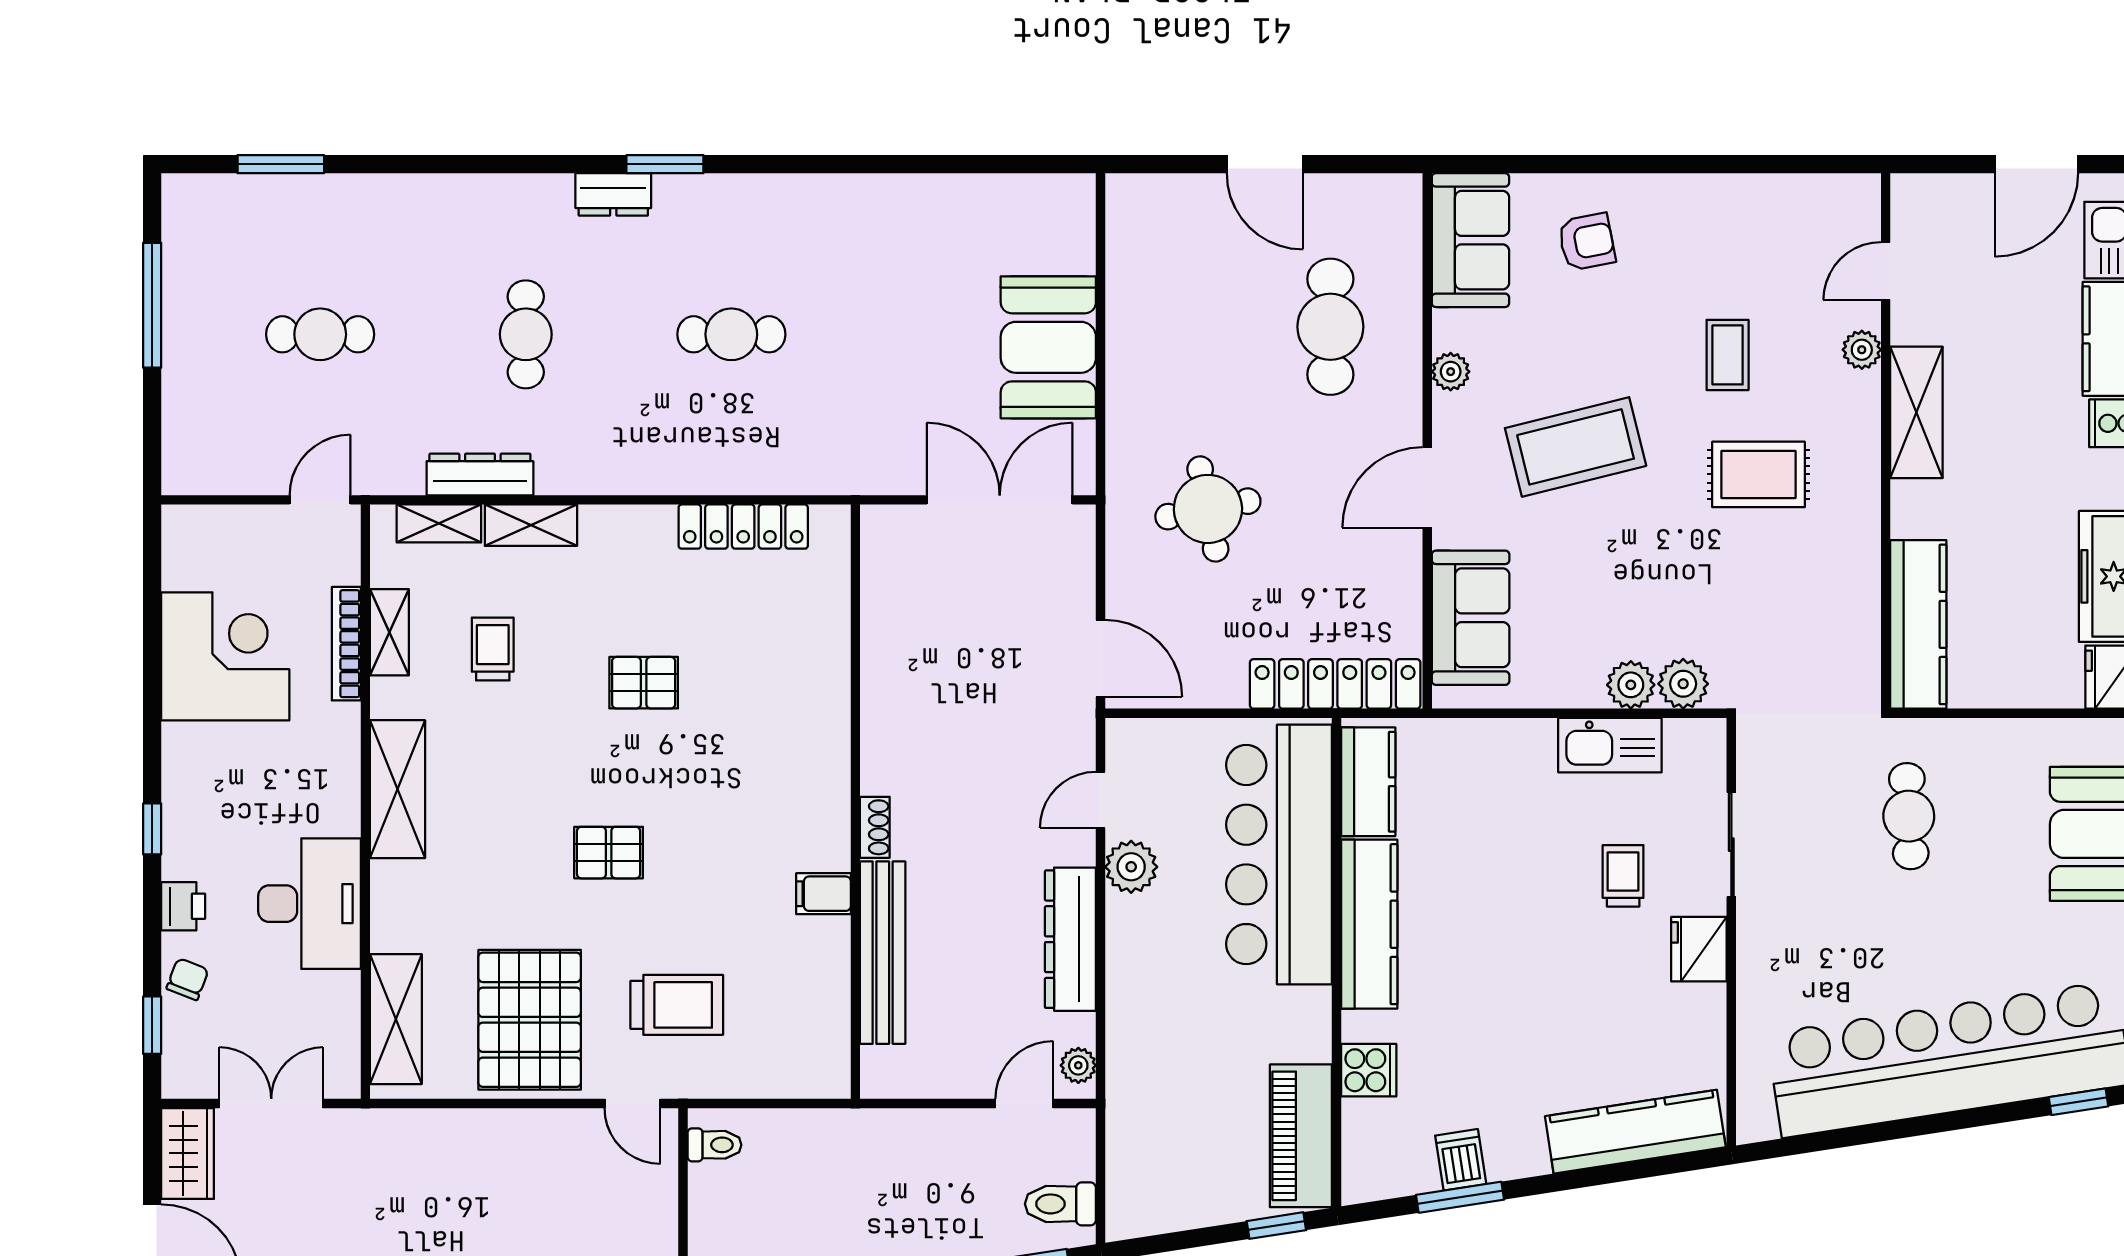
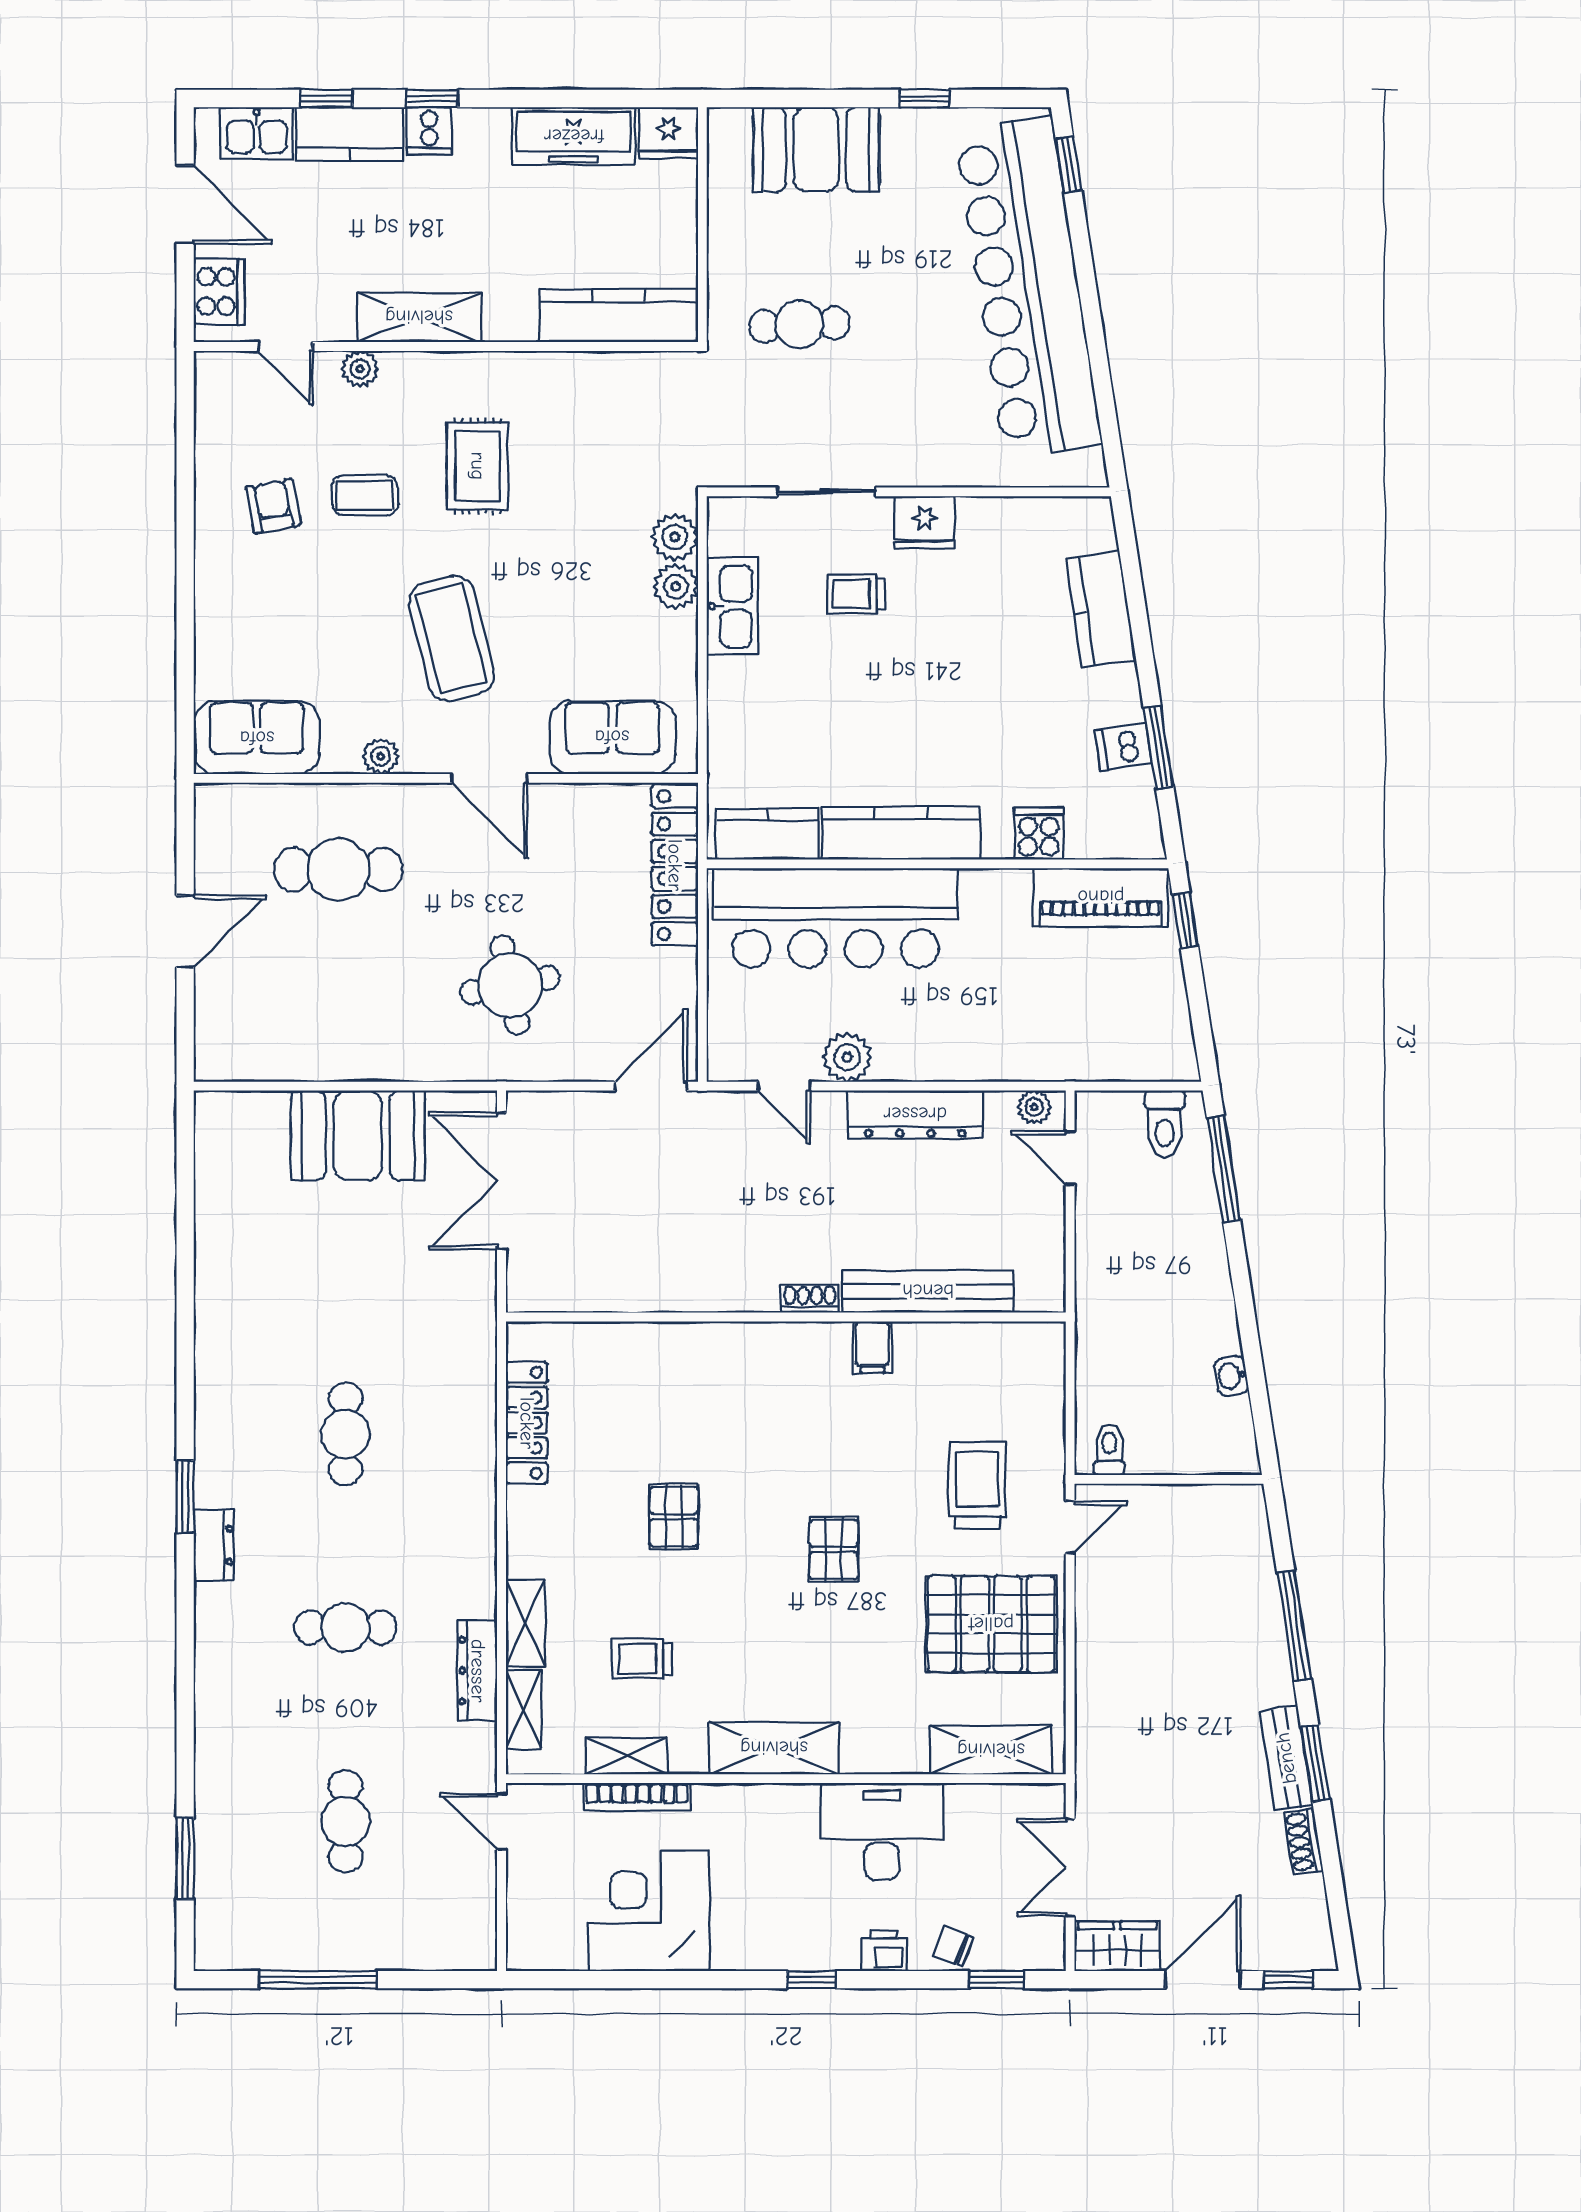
cooker: (1944, 200) -> (219, 291), added
armchair: (1587, 242) -> (273, 506), moved
kitchen counter: (1635, 1132) -> (1101, 609), width x0.67

